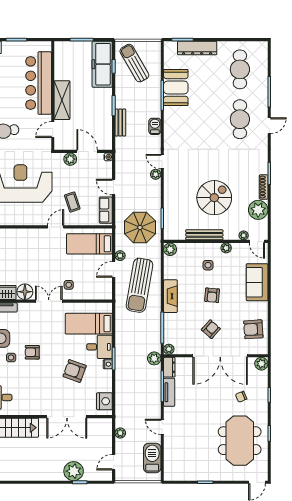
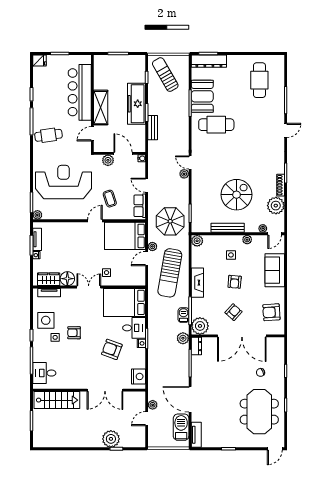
dresser: (197, 48) -> (209, 61), moved
freezer: (102, 64) -> (136, 104), moved
cafe table: (240, 119) -> (216, 125), moved, turned 90
barbecue: (155, 126) -> (183, 315), moved
door: (257, 241) -> (275, 234), hinge flipped
bed: (89, 244) -> (125, 236), width x1.50
bed: (89, 324) -> (124, 302), width x1.50
plant: (169, 349) -> (200, 326), width x1.88, depth x1.88
plant: (261, 364) -> (279, 343), removed
tv unit: (169, 392) -> (196, 435), moved
door: (162, 427) -> (190, 399), width x1.87
door: (114, 462) -> (147, 419), moved

